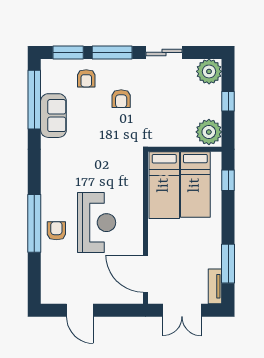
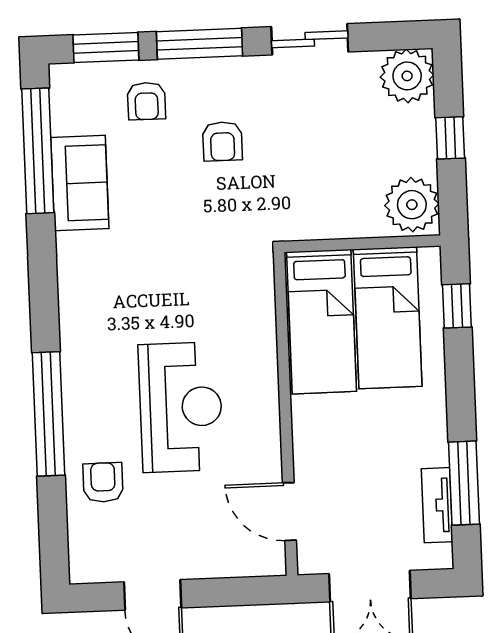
armchair: (56, 231) -> (103, 482), moved
door: (146, 274) -> (289, 512), width x0.73
tv unit: (215, 286) -> (437, 505), moved

